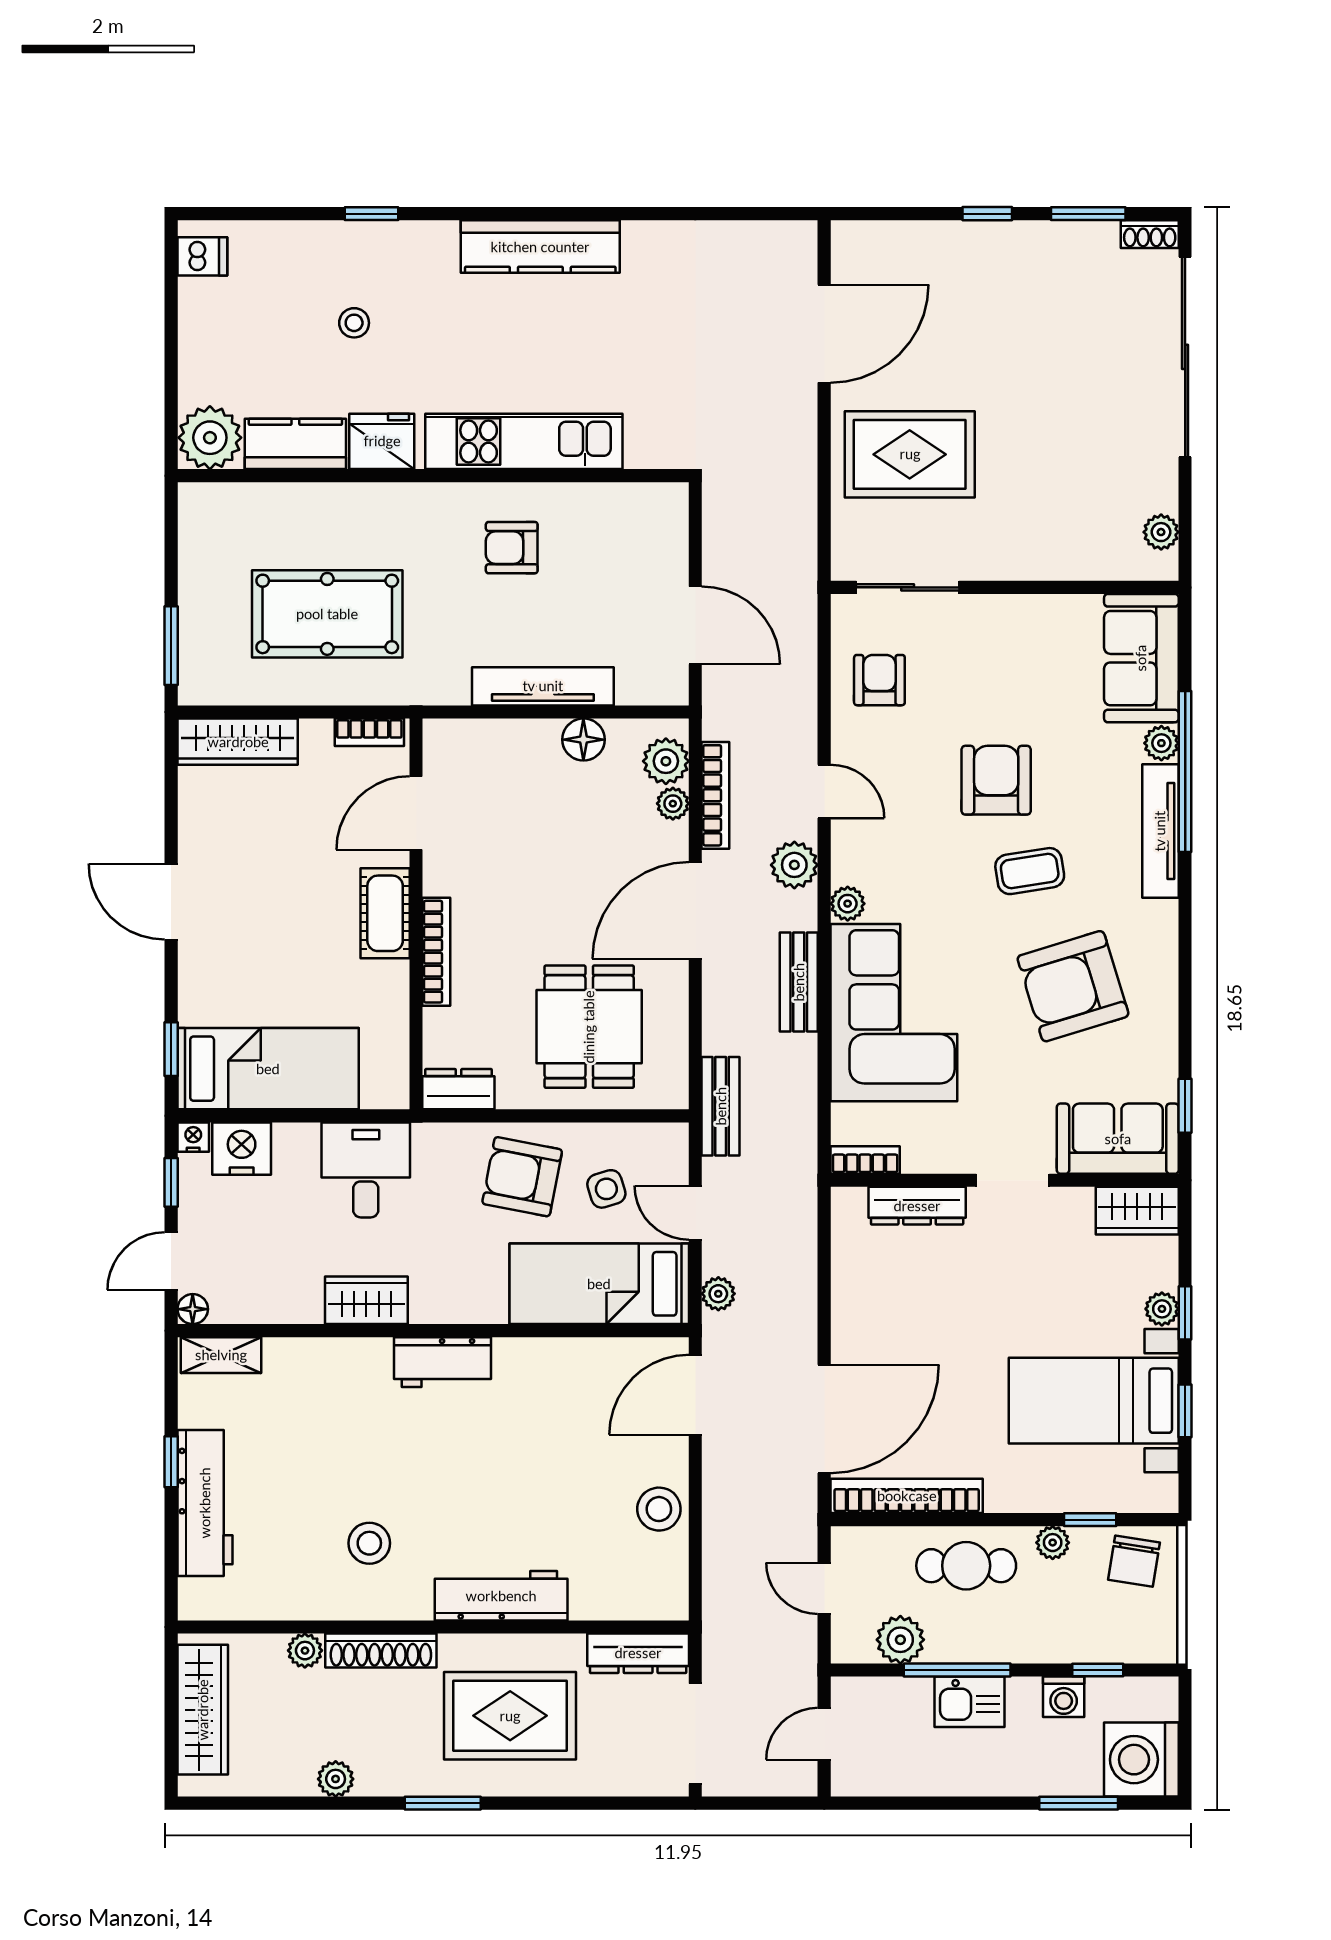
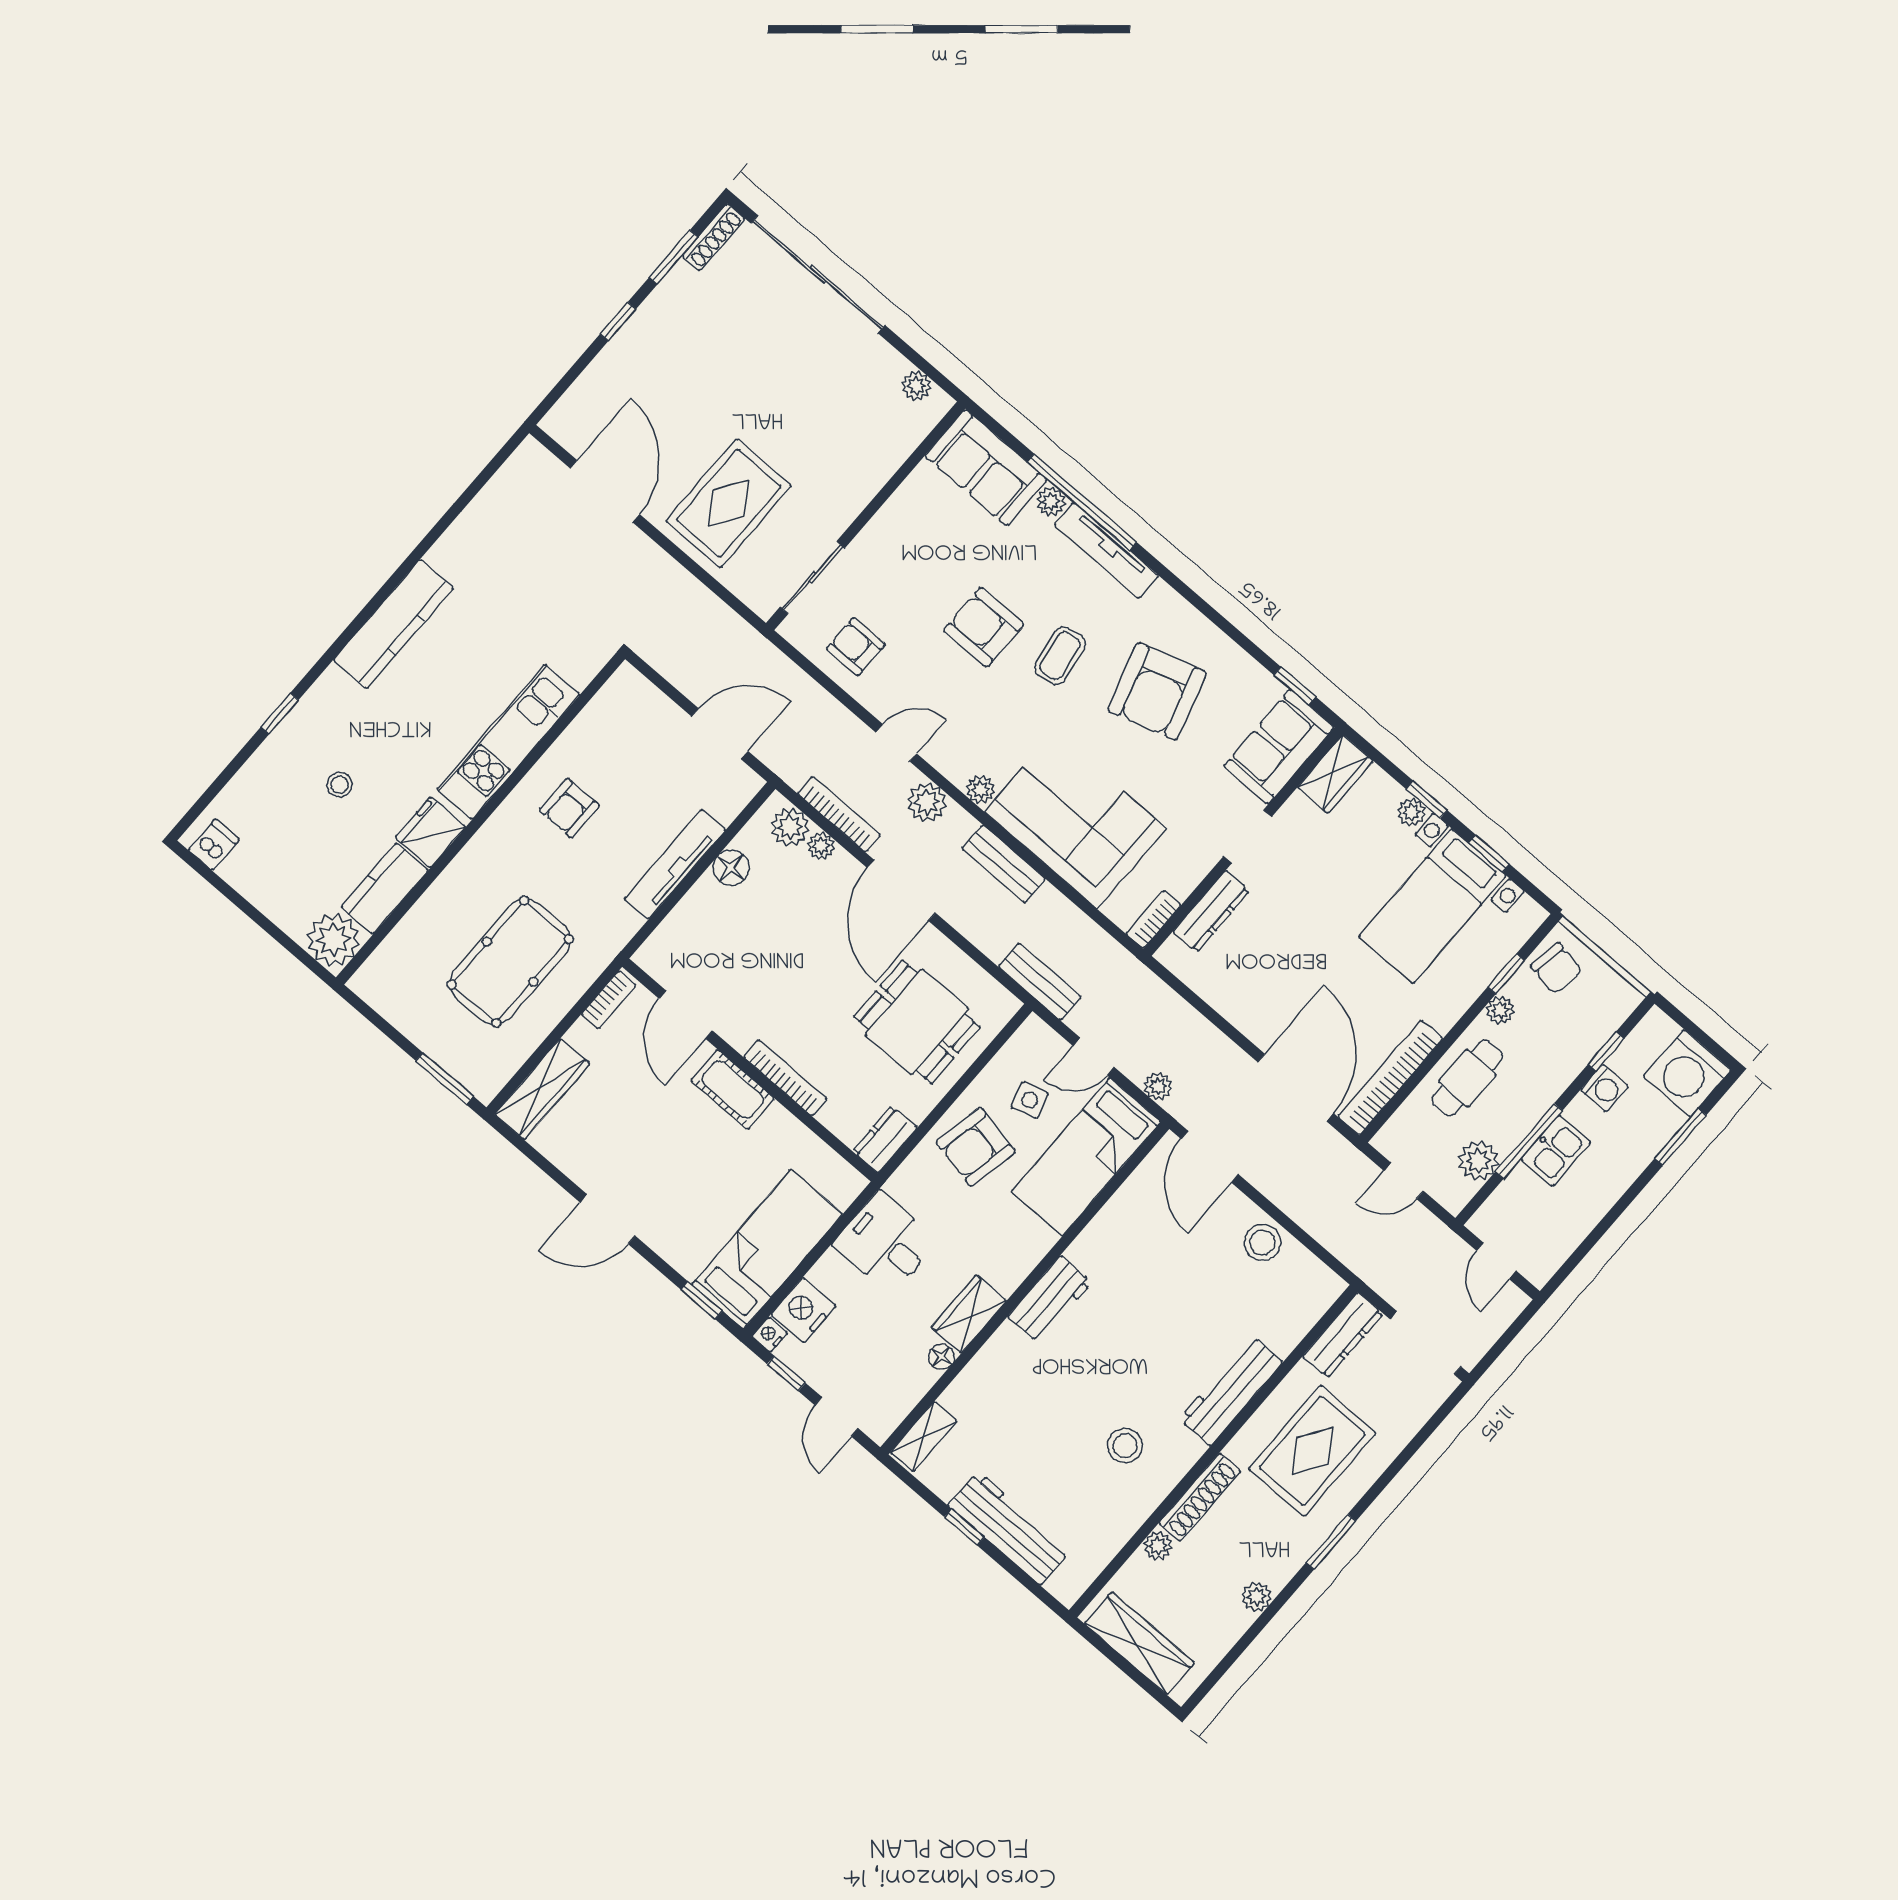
shoe rack: (1150, 234) -> (714, 237), width x1.43
floor lamp: (193, 1309) -> (941, 1357), moved

